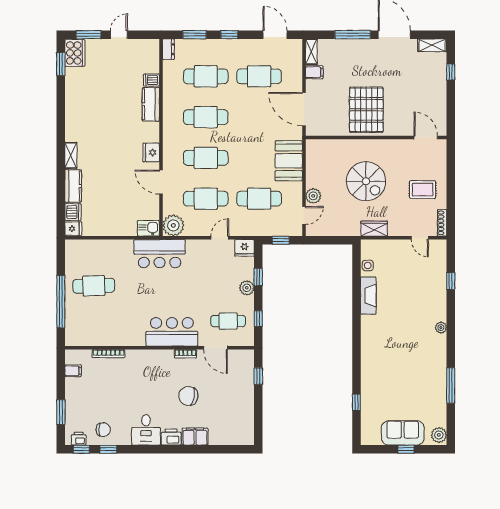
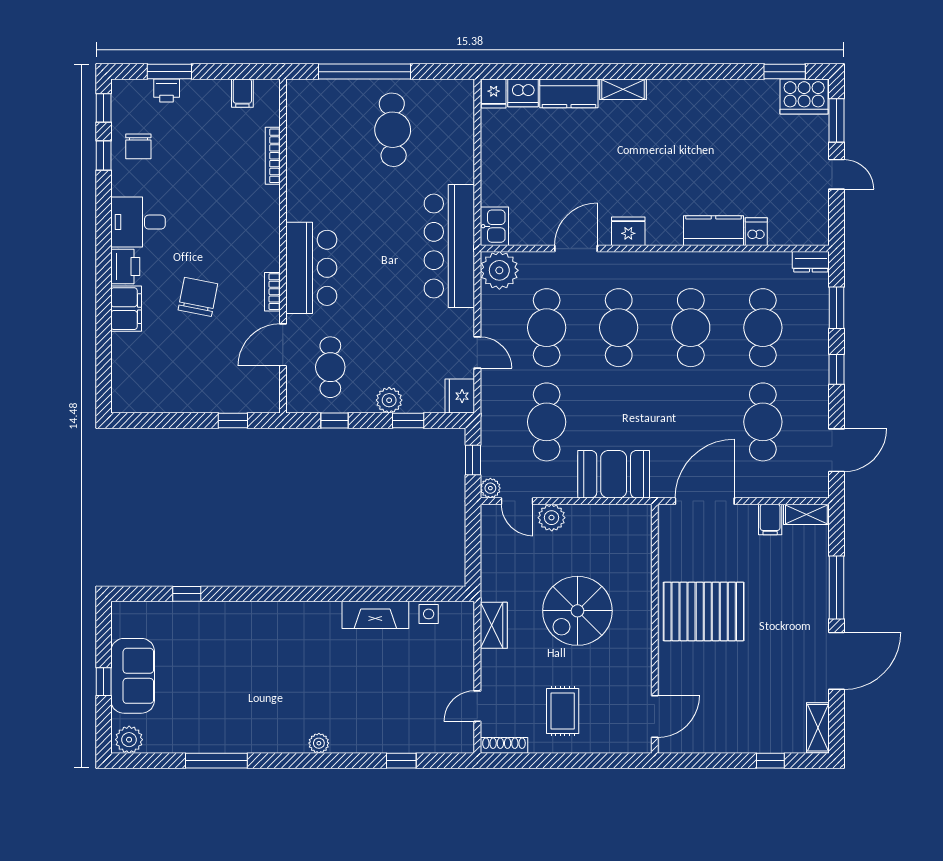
plant: (297, 230) -> (490, 488), added
bar counter: (160, 254) -> (449, 246), width x1.36
printer: (79, 439) -> (167, 90), moved, turned 90

